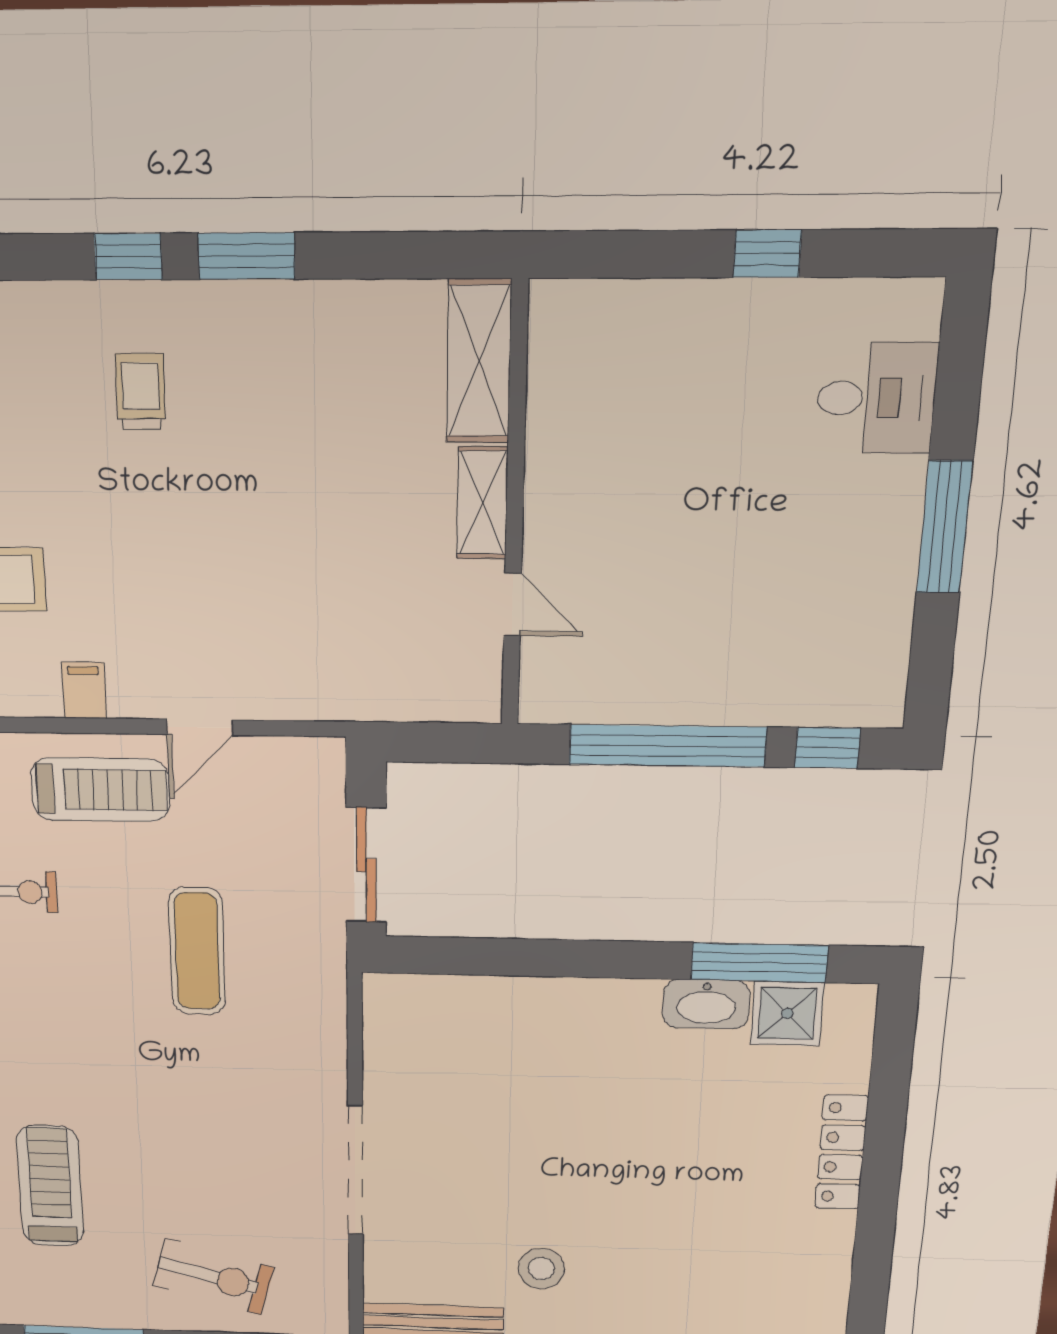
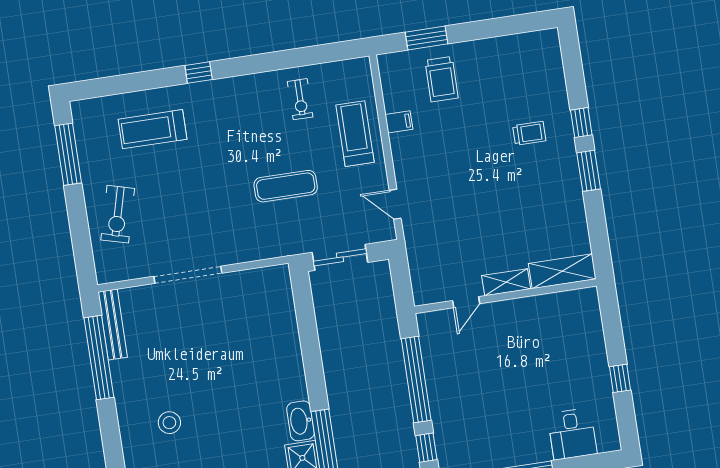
door: (200, 727) -> (395, 204), moved
treadmill: (100, 790) -> (355, 134), turned 180
treadmill: (50, 1186) -> (152, 129), turned 180
stool: (541, 1269) -> (169, 423), moved

